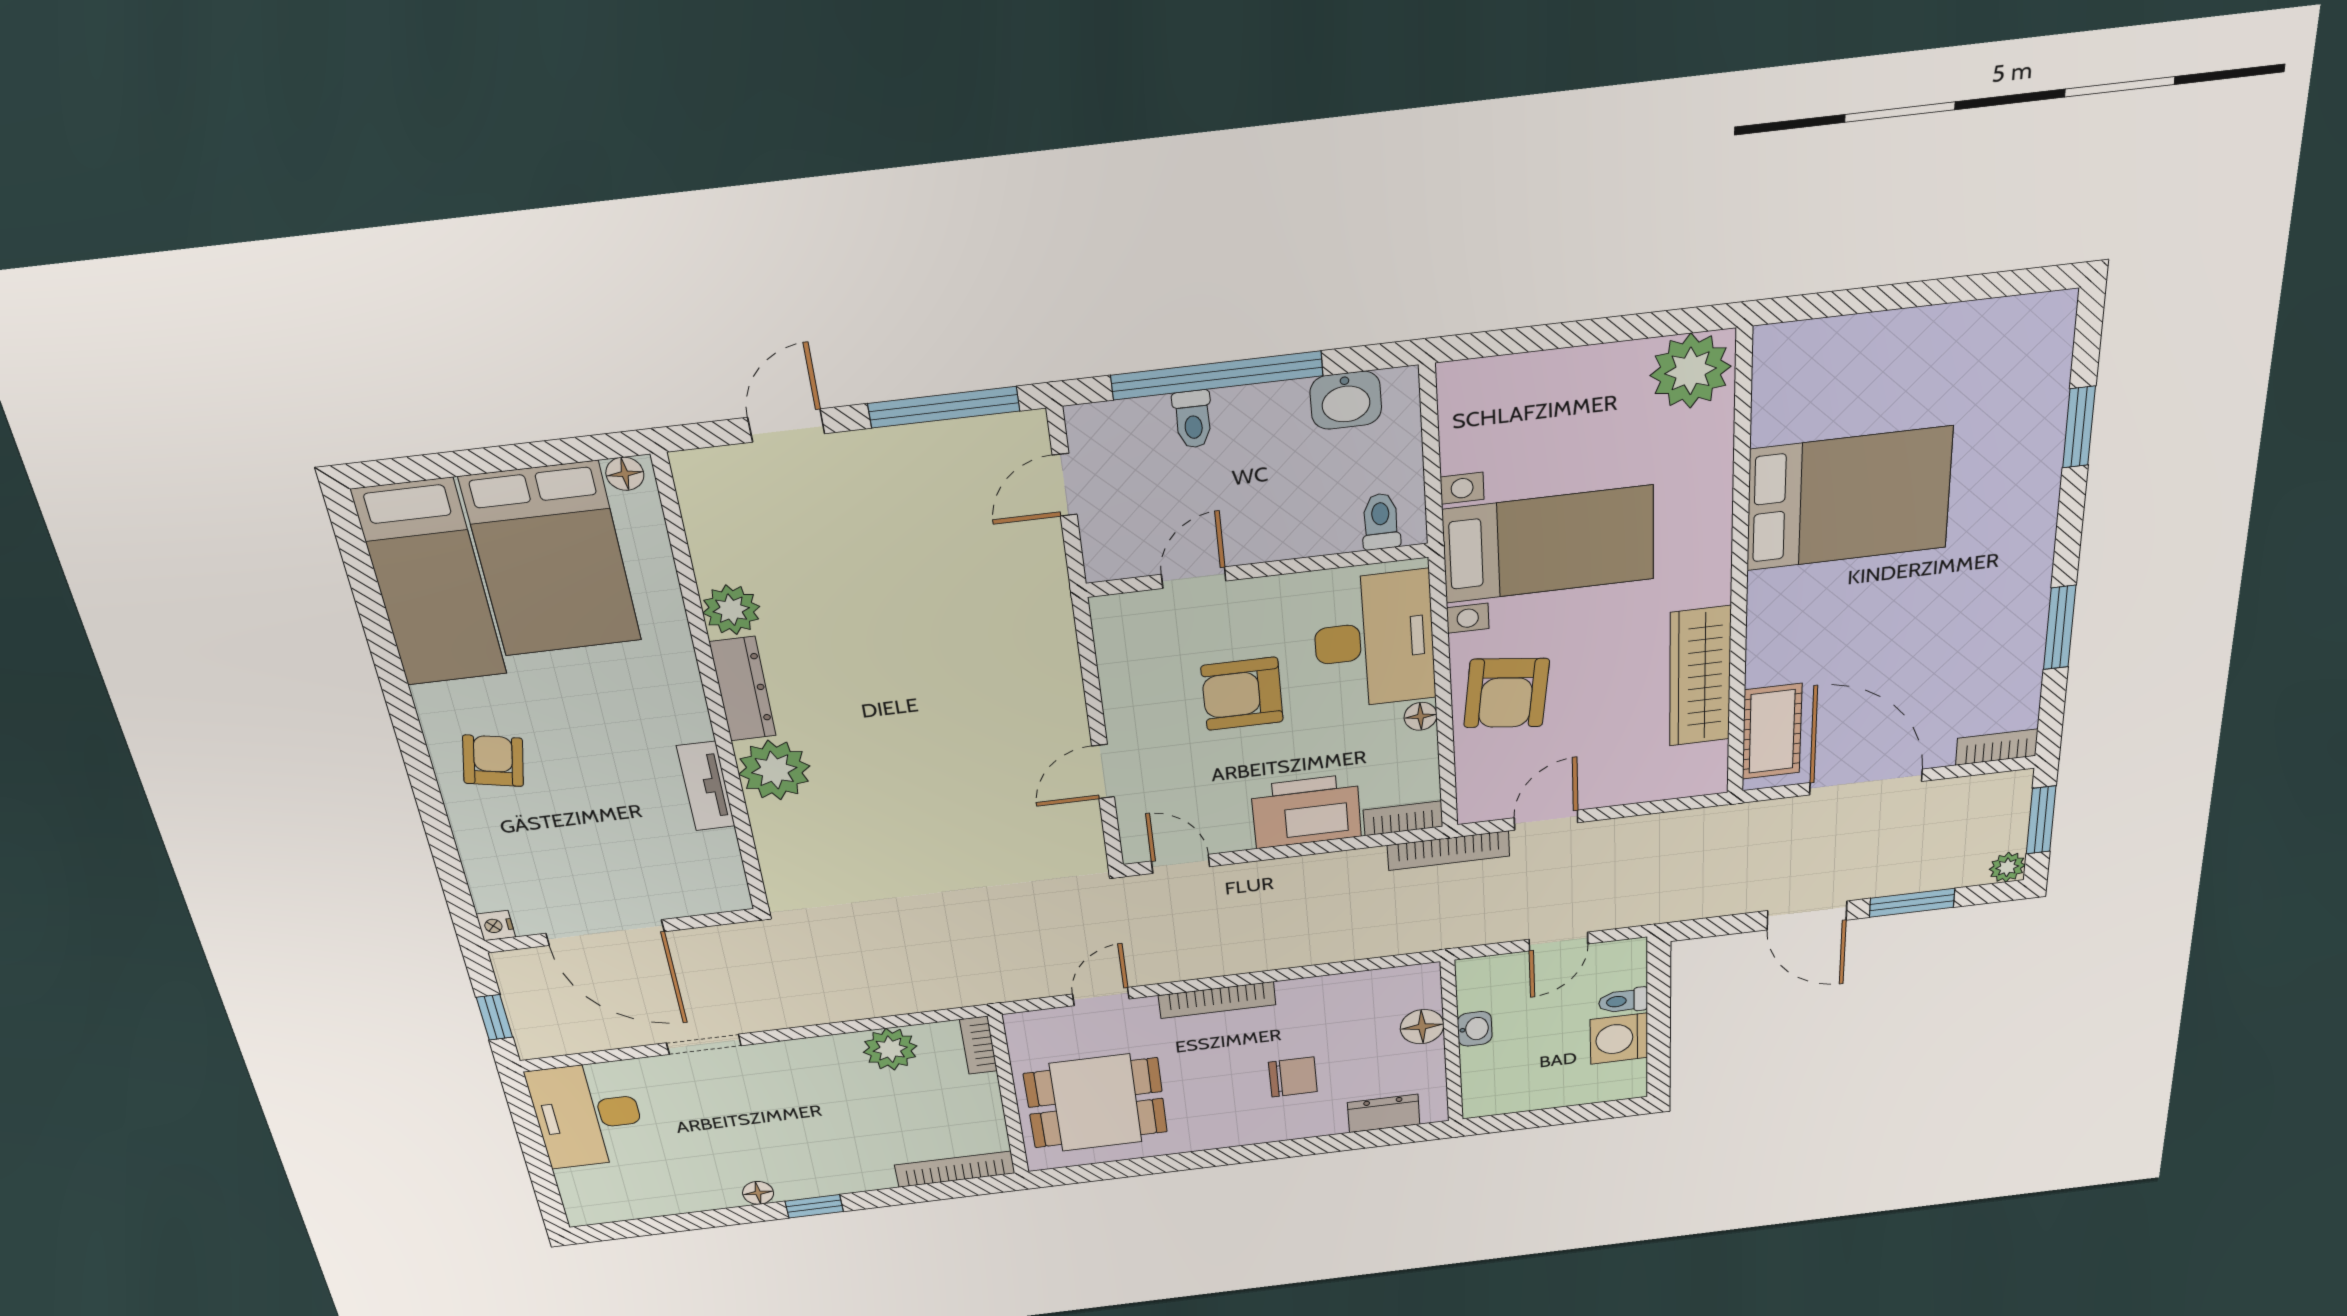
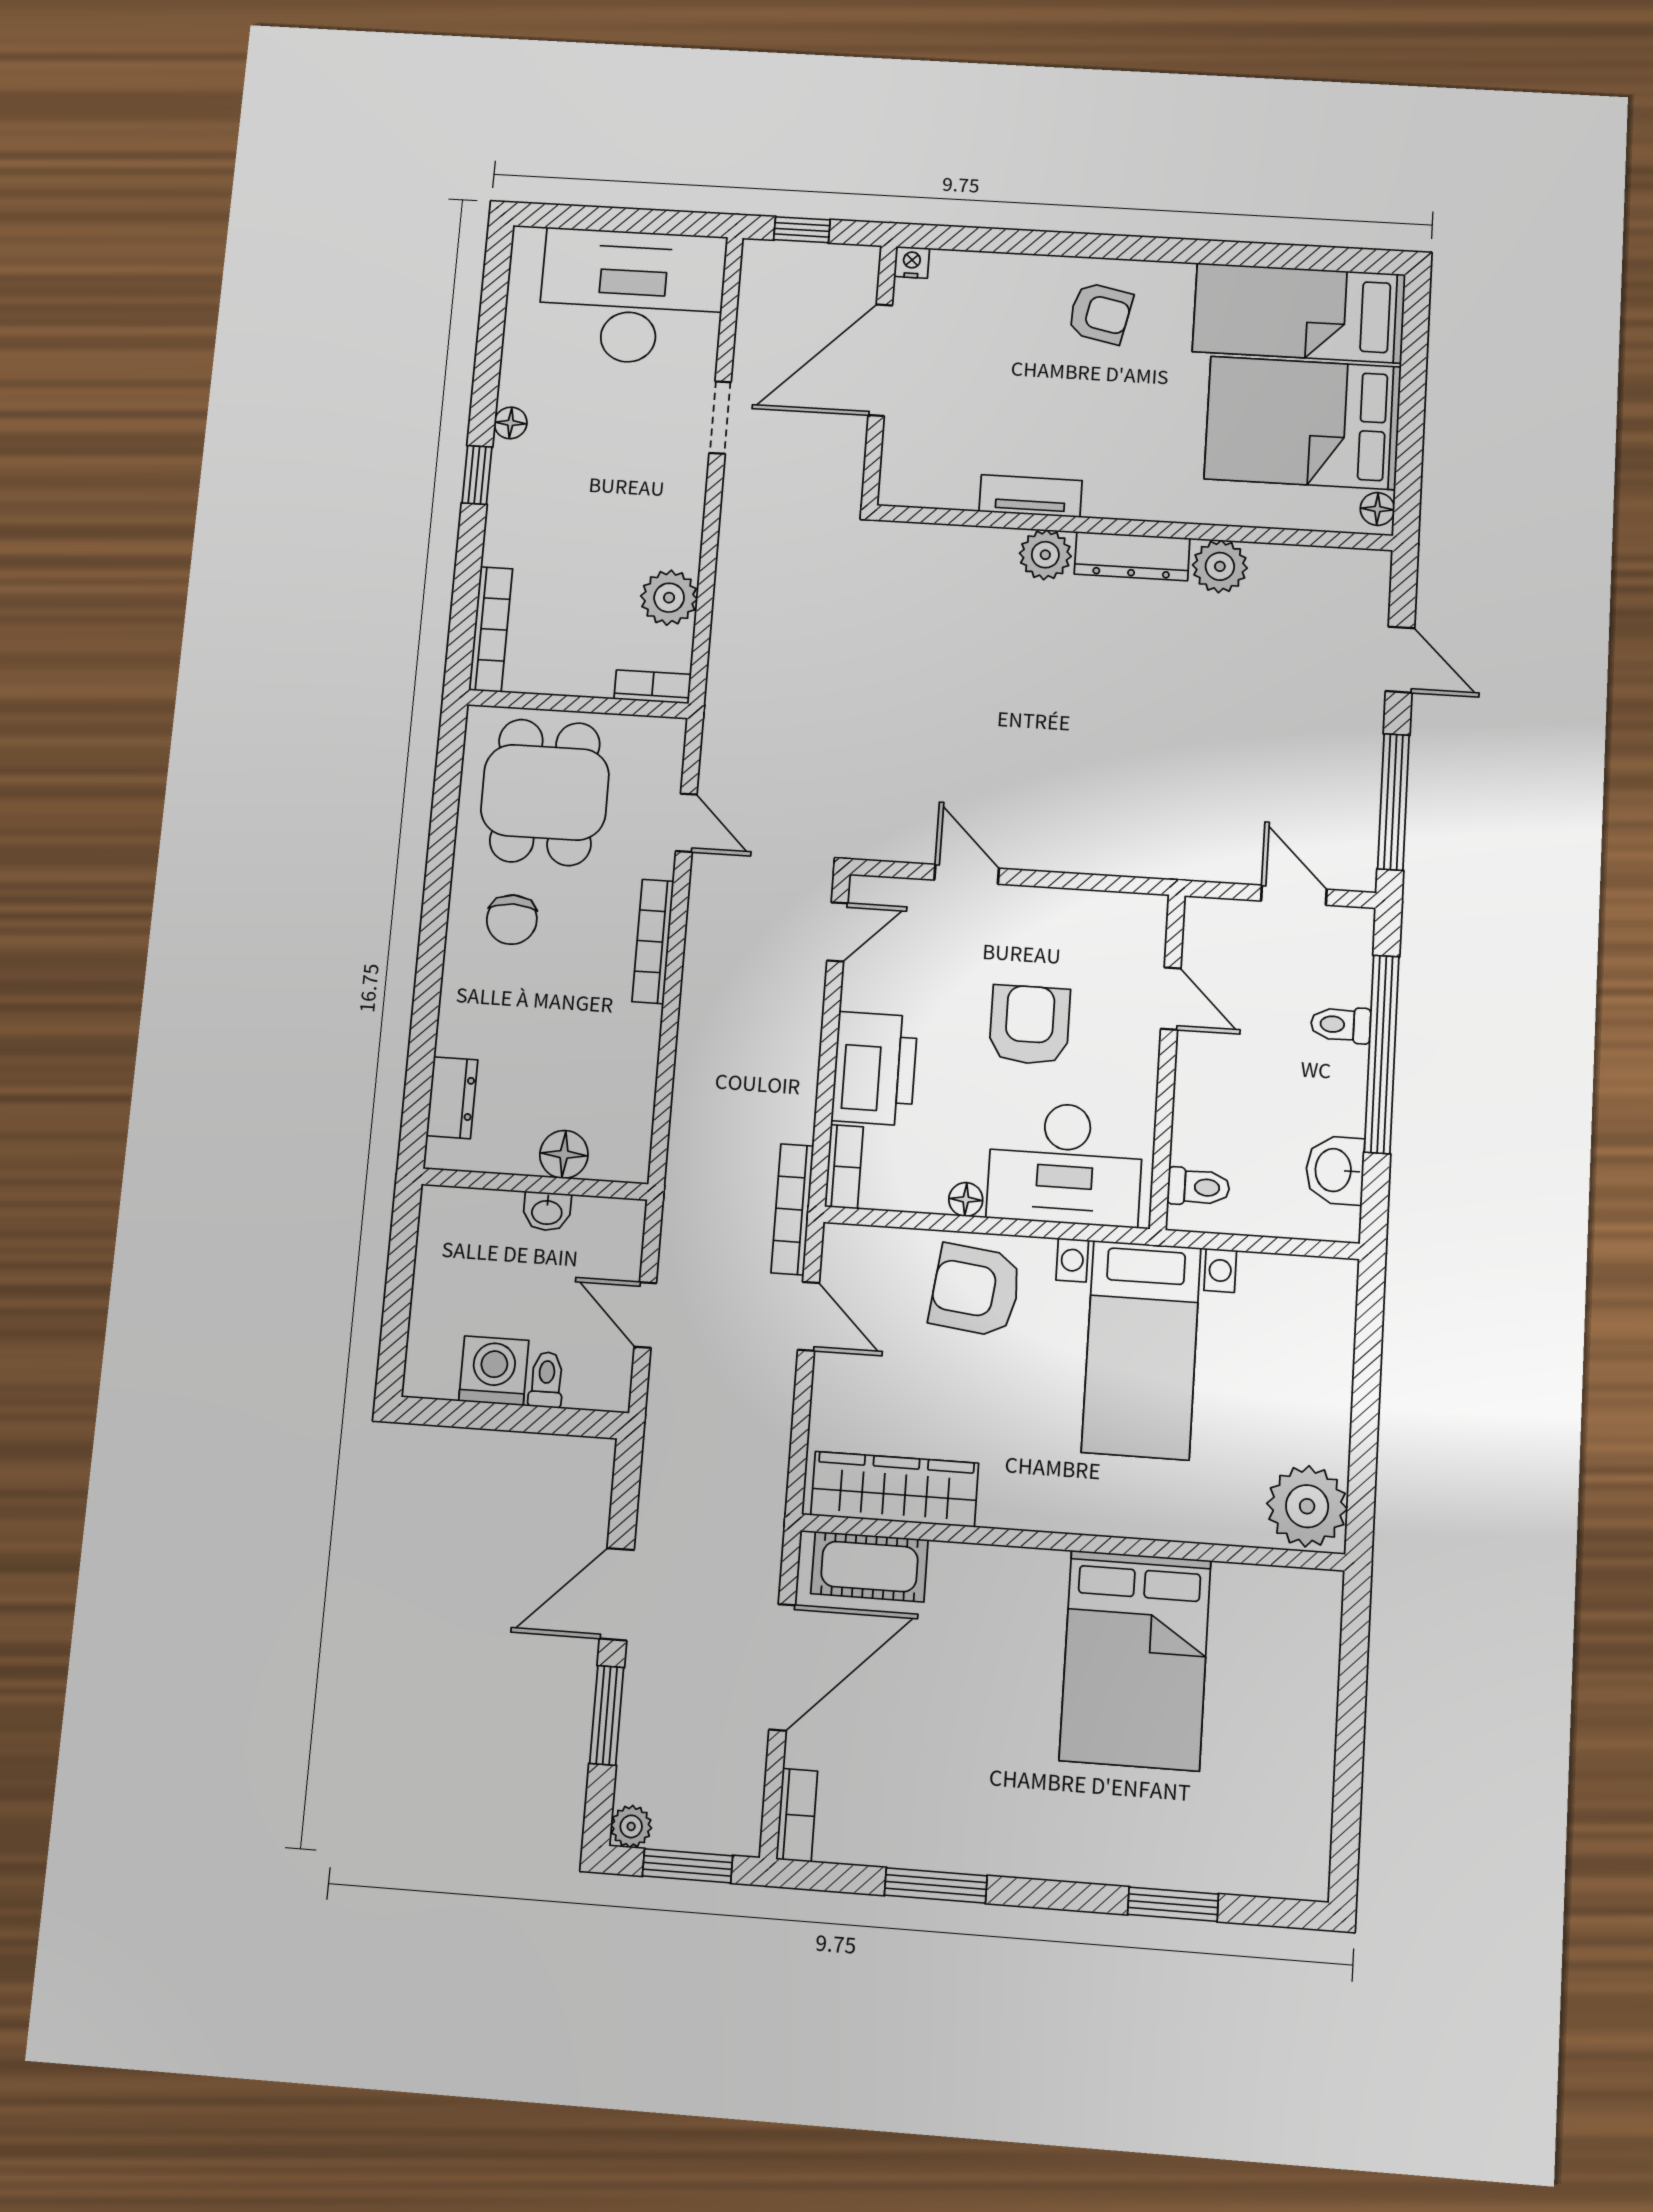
wardrobe: (1700, 676) -> (895, 1489), moved
plant: (774, 770) -> (1045, 555), width x0.73, depth x0.73
chair: (1293, 1077) -> (512, 920), moved
desk: (588, 1115) -> (632, 297), width x1.36, depth x1.30

